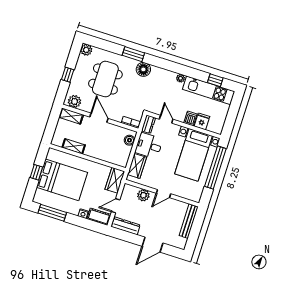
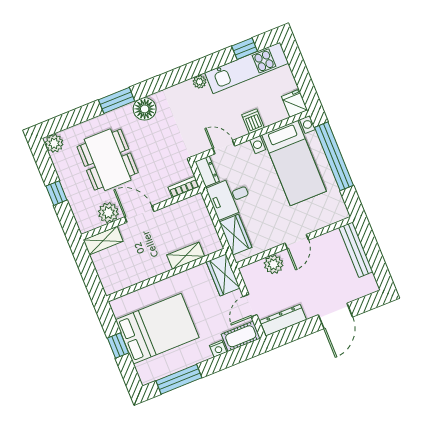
plant: (75, 101) -> (108, 213), moved
fridge: (202, 121) -> (295, 103), moved
boiler: (129, 140) -> (200, 211), removed
shelving: (74, 146) -> (186, 256), moved

